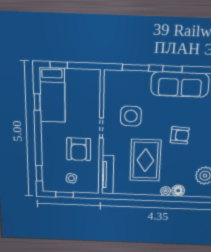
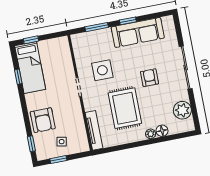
armchair: (180, 135) -> (149, 78), turned -93
armchair: (79, 149) -> (43, 120), moved

